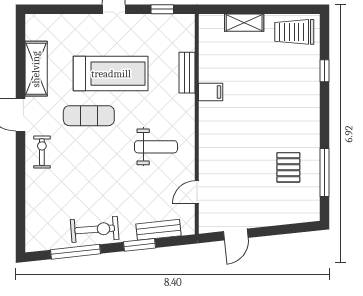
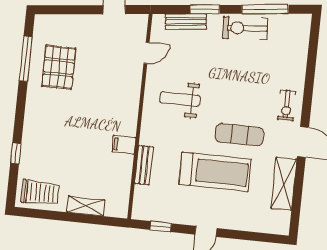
treadmill: (111, 74) -> (215, 172), turned 180
pallet: (288, 167) -> (59, 67), width x1.50, depth x1.42

